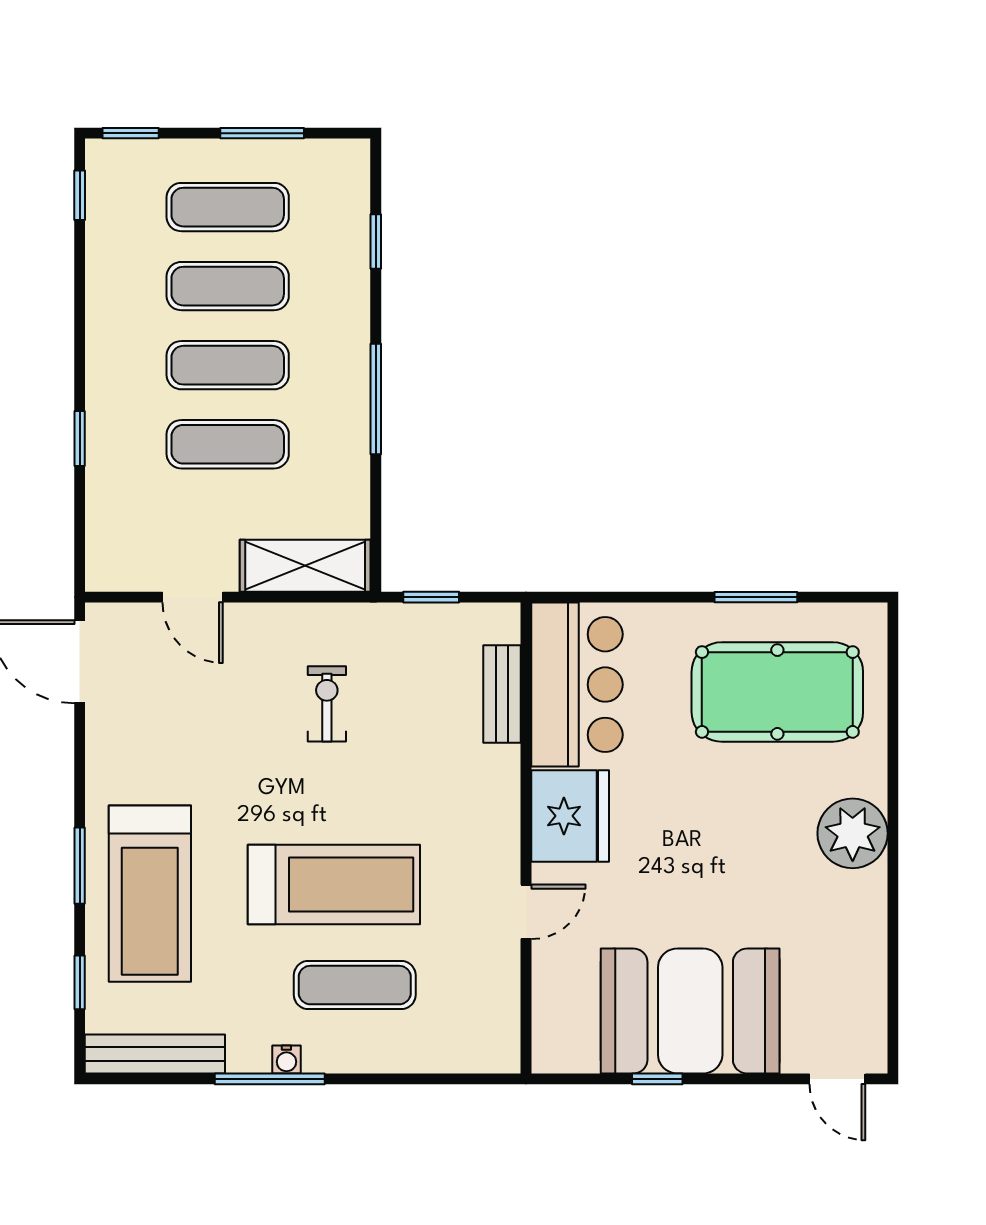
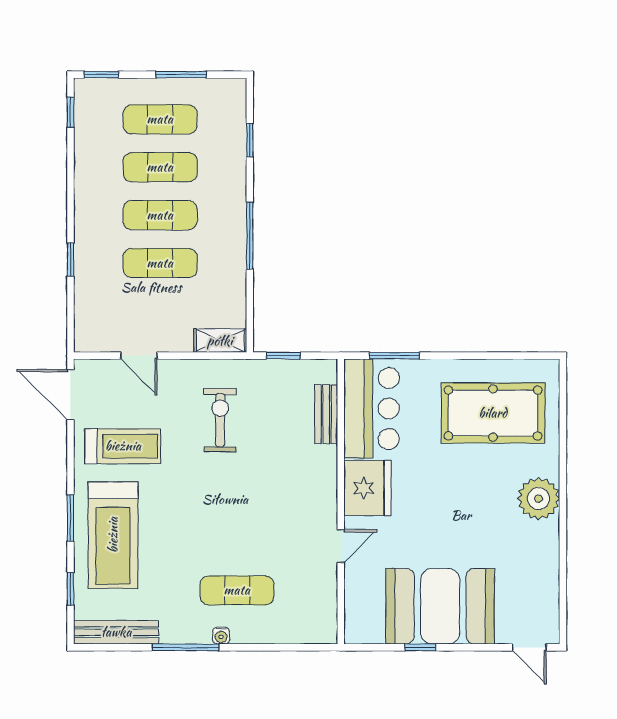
shelving: (305, 566) -> (220, 341), width x0.67, depth x0.75
window: (756, 597) -> (394, 356), moved
exercise bike: (327, 704) -> (220, 420), width x1.38, depth x1.39
treadmill: (334, 884) -> (123, 446), moved, width x0.73, depth x0.73
water cooler: (286, 1060) -> (221, 636), moved

